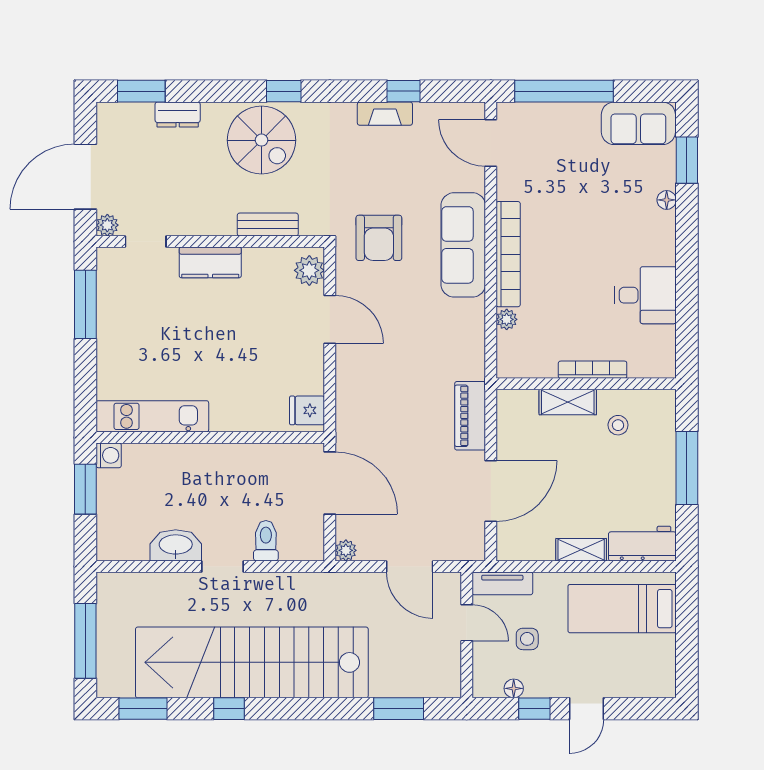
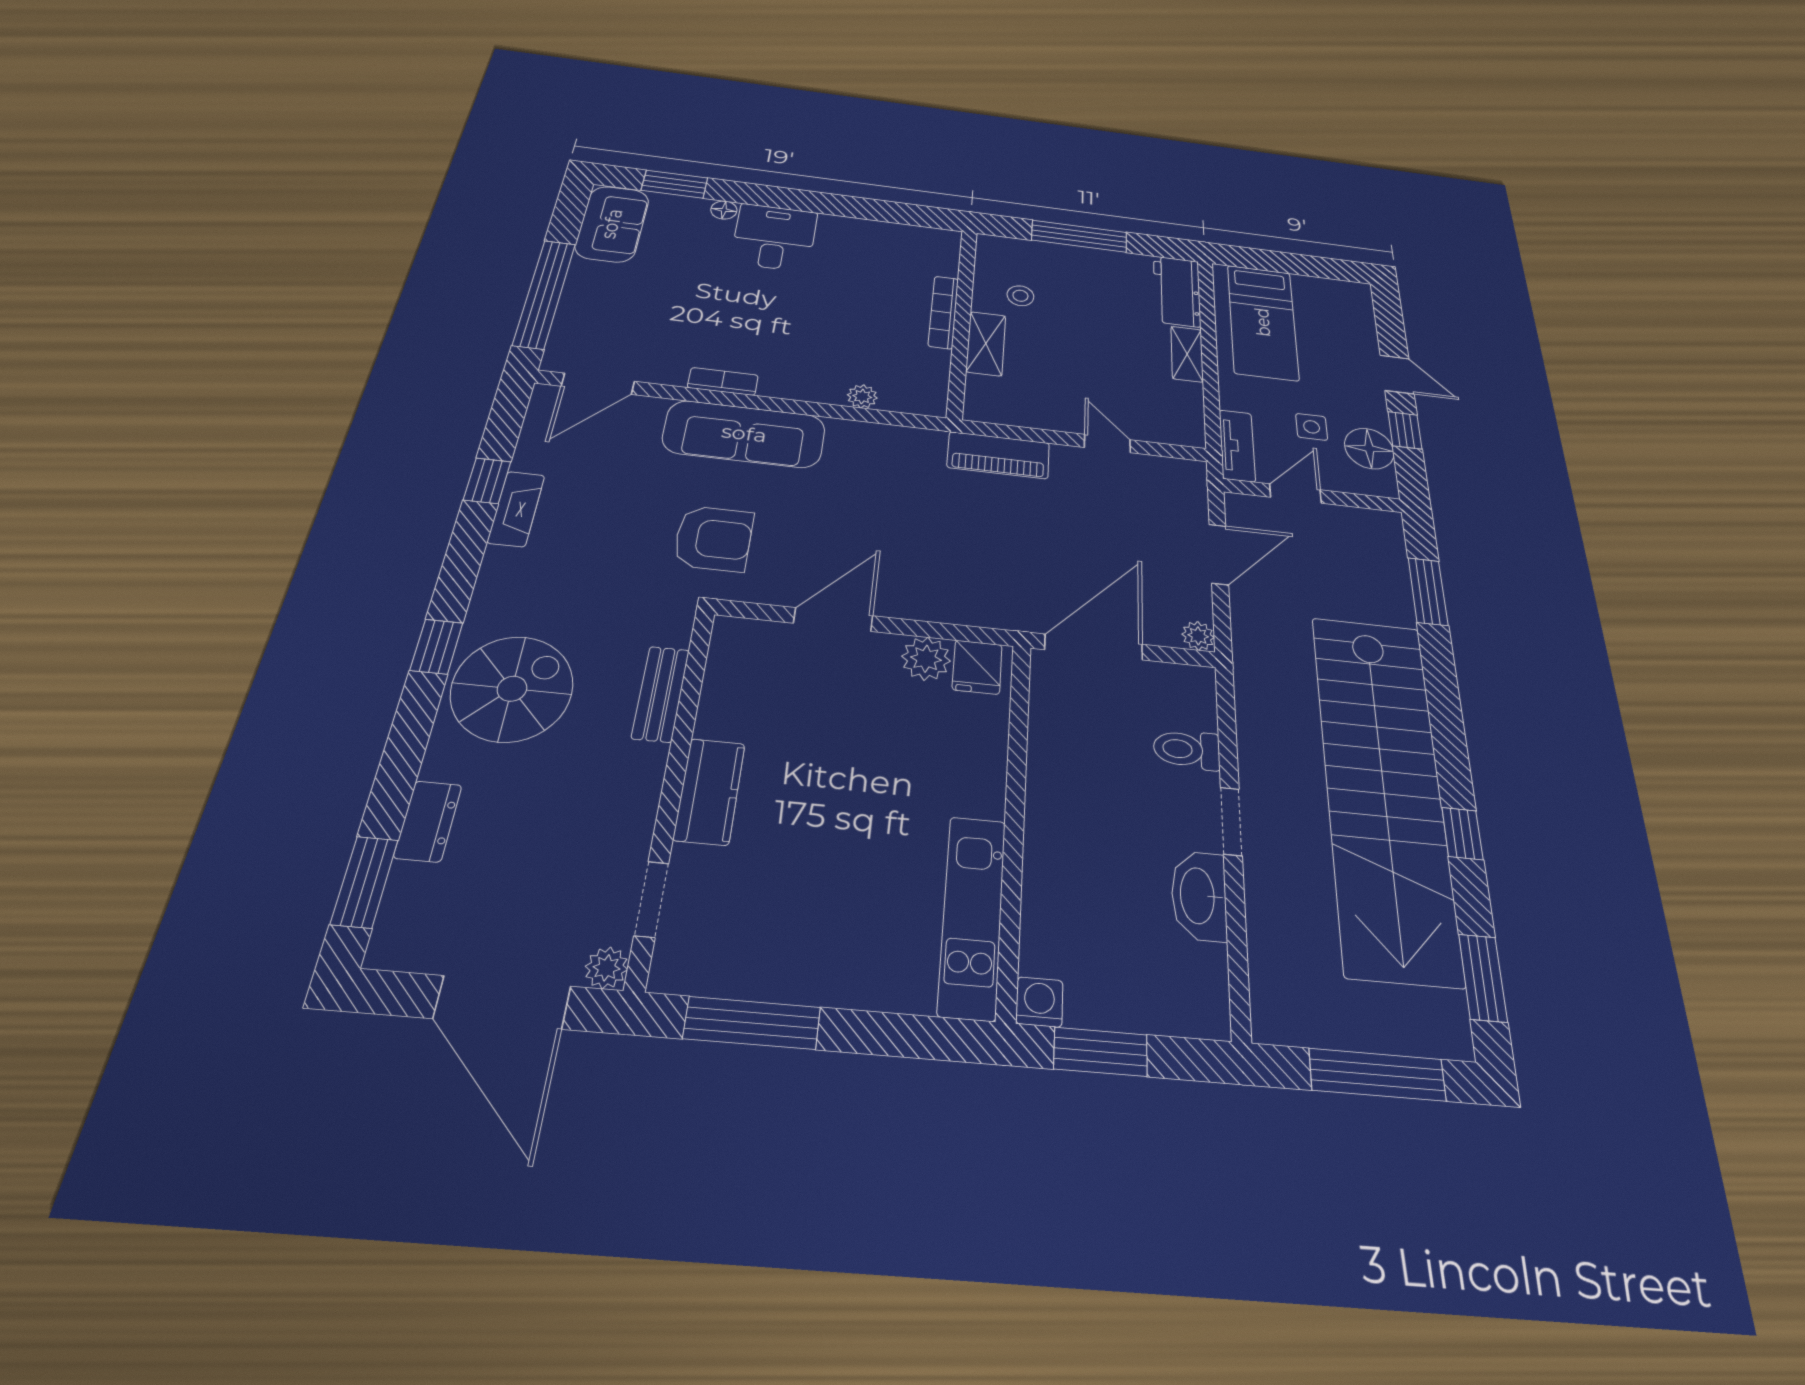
bookcase: (508, 254) -> (723, 381), width x0.43, depth x0.76
plant: (309, 270) -> (926, 659), moved
desk: (645, 295) -> (774, 237), moved
door: (491, 491) -> (1107, 444), width x0.53
floor lamp: (514, 688) -> (1369, 449), width x1.89, depth x1.89

